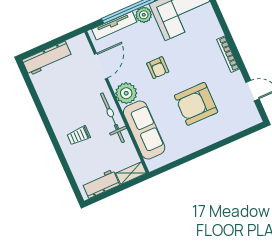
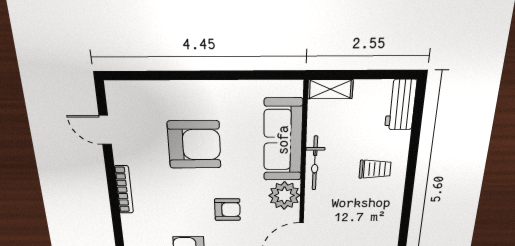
armchair: (158, 68) -> (227, 210), turned 90
bicycle: (112, 118) -> (315, 163), width x0.73, depth x0.71
workbench: (101, 184) -> (401, 105), moved, turned 90

